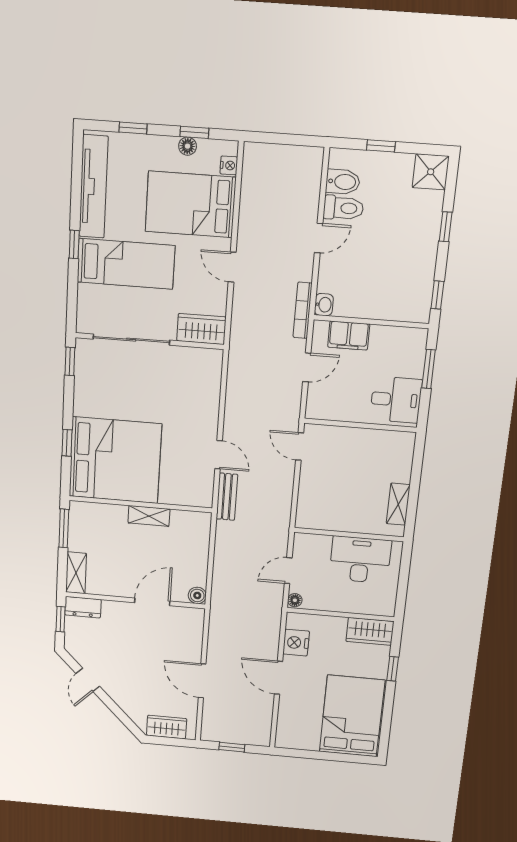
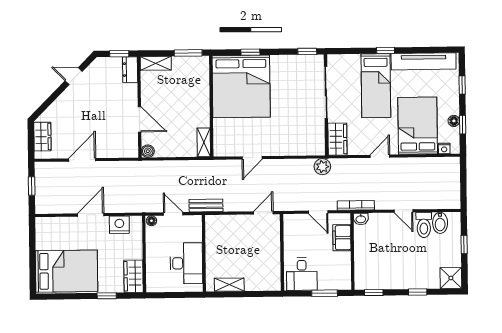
plant: (240, 355) -> (322, 167), added
bench: (227, 497) -> (206, 206), moved
shelving: (149, 516) -> (204, 142), moved

